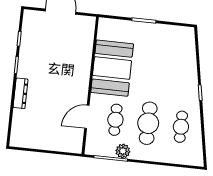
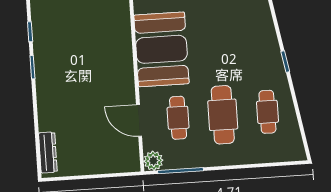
dresser: (21, 93) -> (48, 153), moved
door: (87, 117) -> (139, 121), hinge flipped
plant: (123, 151) -> (153, 161), moved

